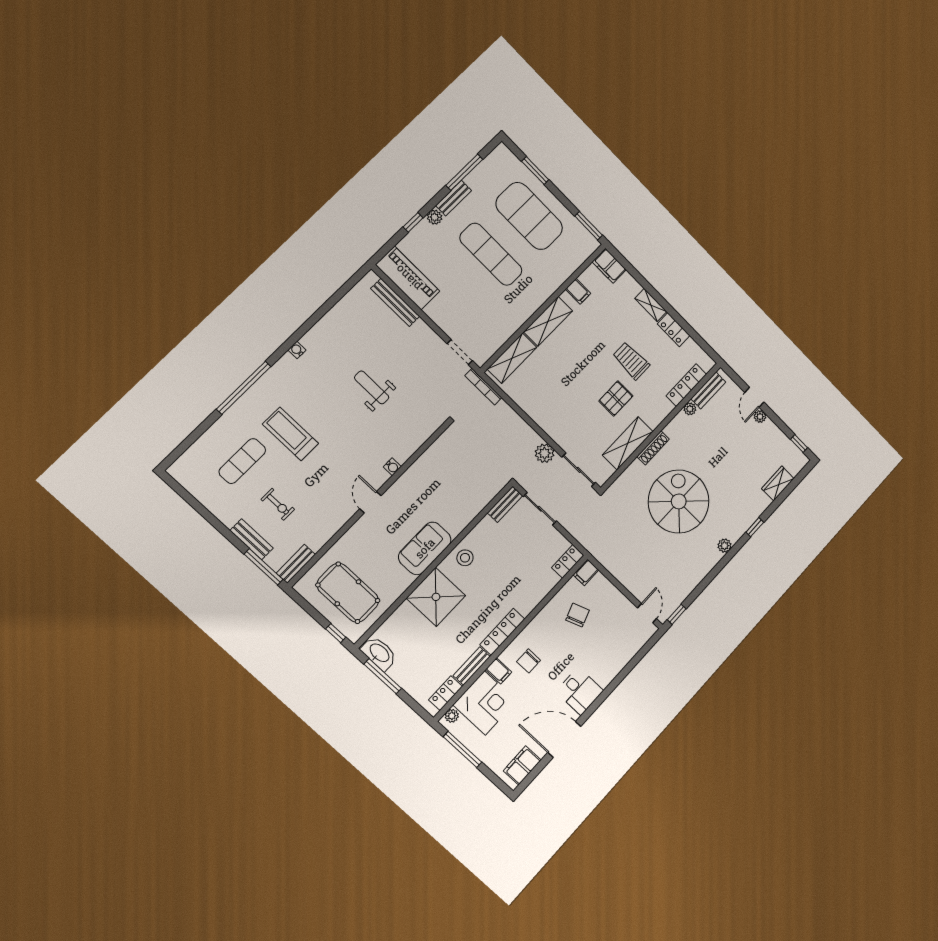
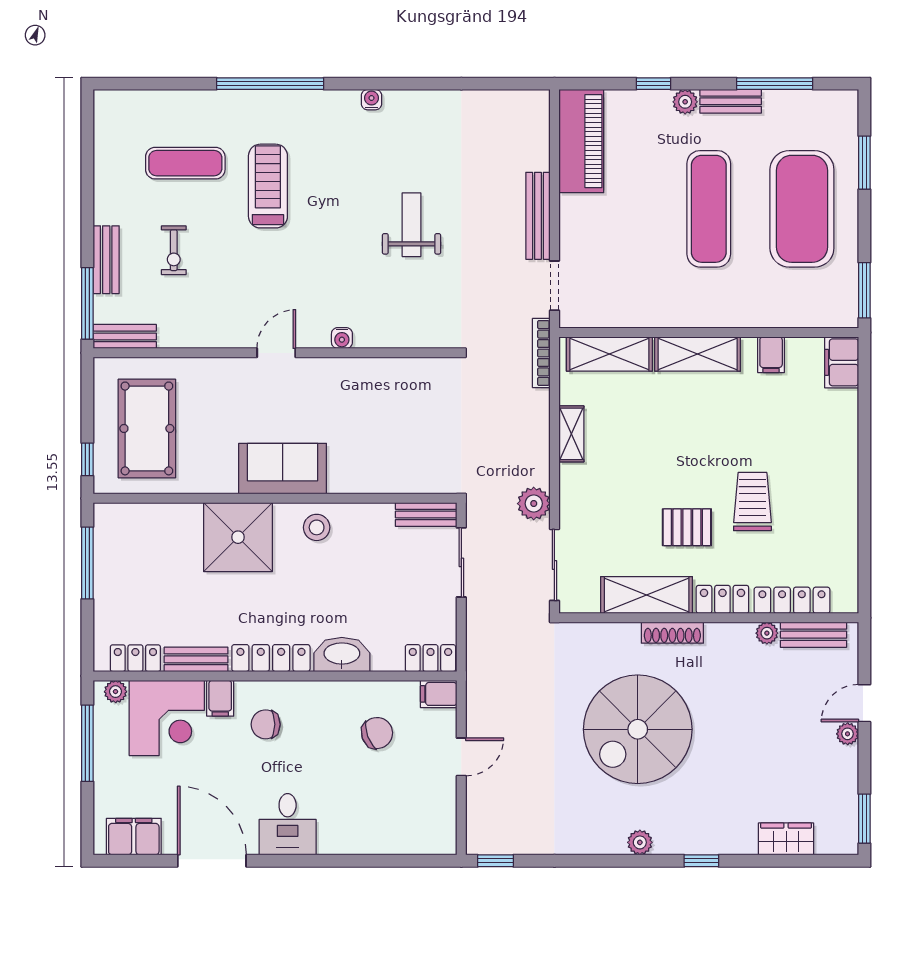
bench: (395, 302) -> (538, 216), moved
shelving: (651, 305) -> (571, 434), moved
locker: (674, 330) -> (722, 599), moved, turned 90
window: (799, 443) -> (864, 819), width x1.50
spiral stairs: (679, 501) -> (638, 729), turned 180
door: (647, 613) -> (461, 757), moved
washbasin: (379, 653) -> (342, 654), moved, turned -90

